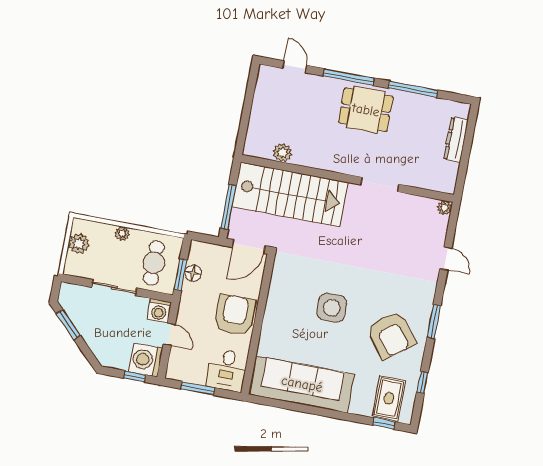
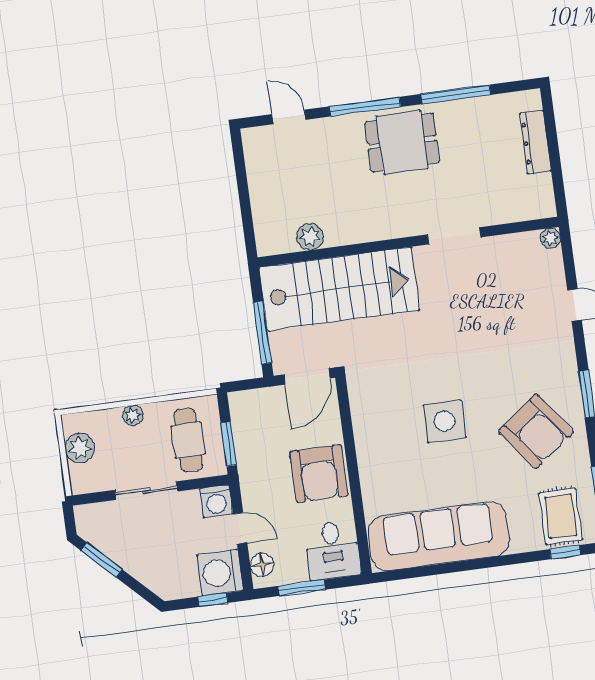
floor lamp: (193, 273) -> (262, 565), moved
armchair: (235, 315) -> (319, 474), turned 180

